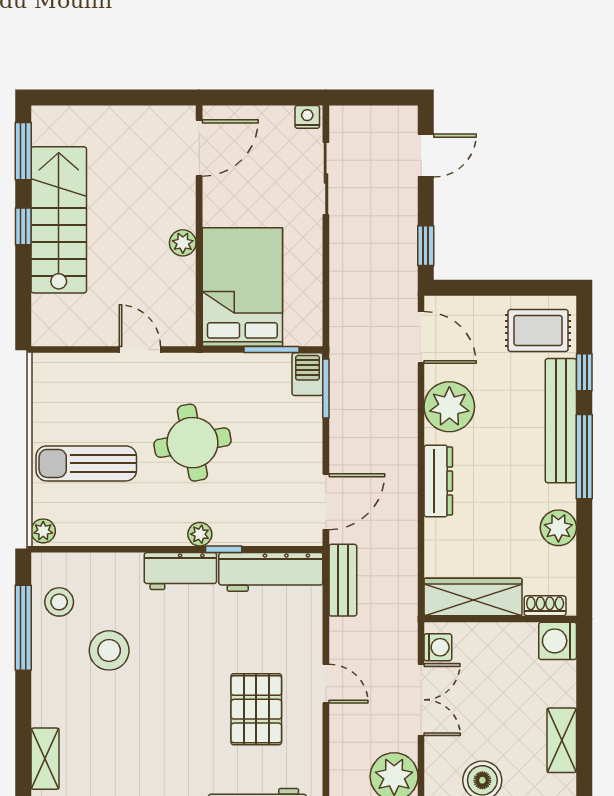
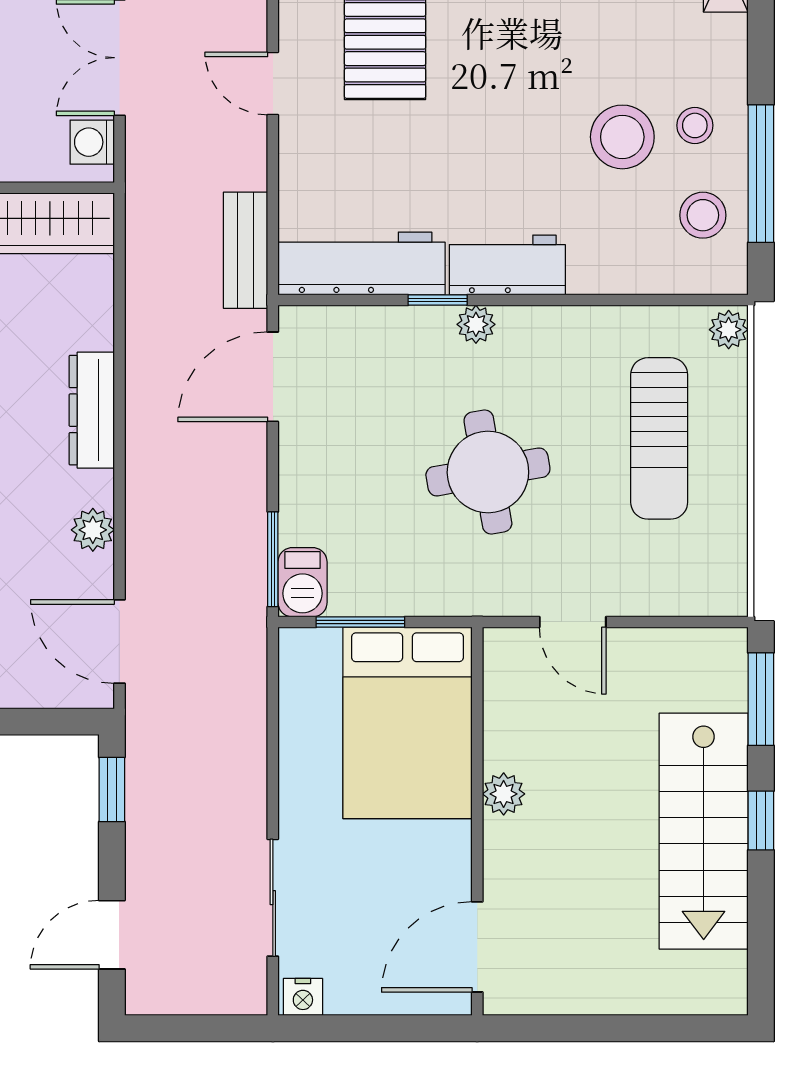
window: (23, 151) -> (761, 699), moved
plant: (449, 407) -> (93, 530), width x0.53, depth x0.53
sun lounger: (86, 463) -> (659, 438), turned 90
stool: (64, 658) -> (695, 125), added

